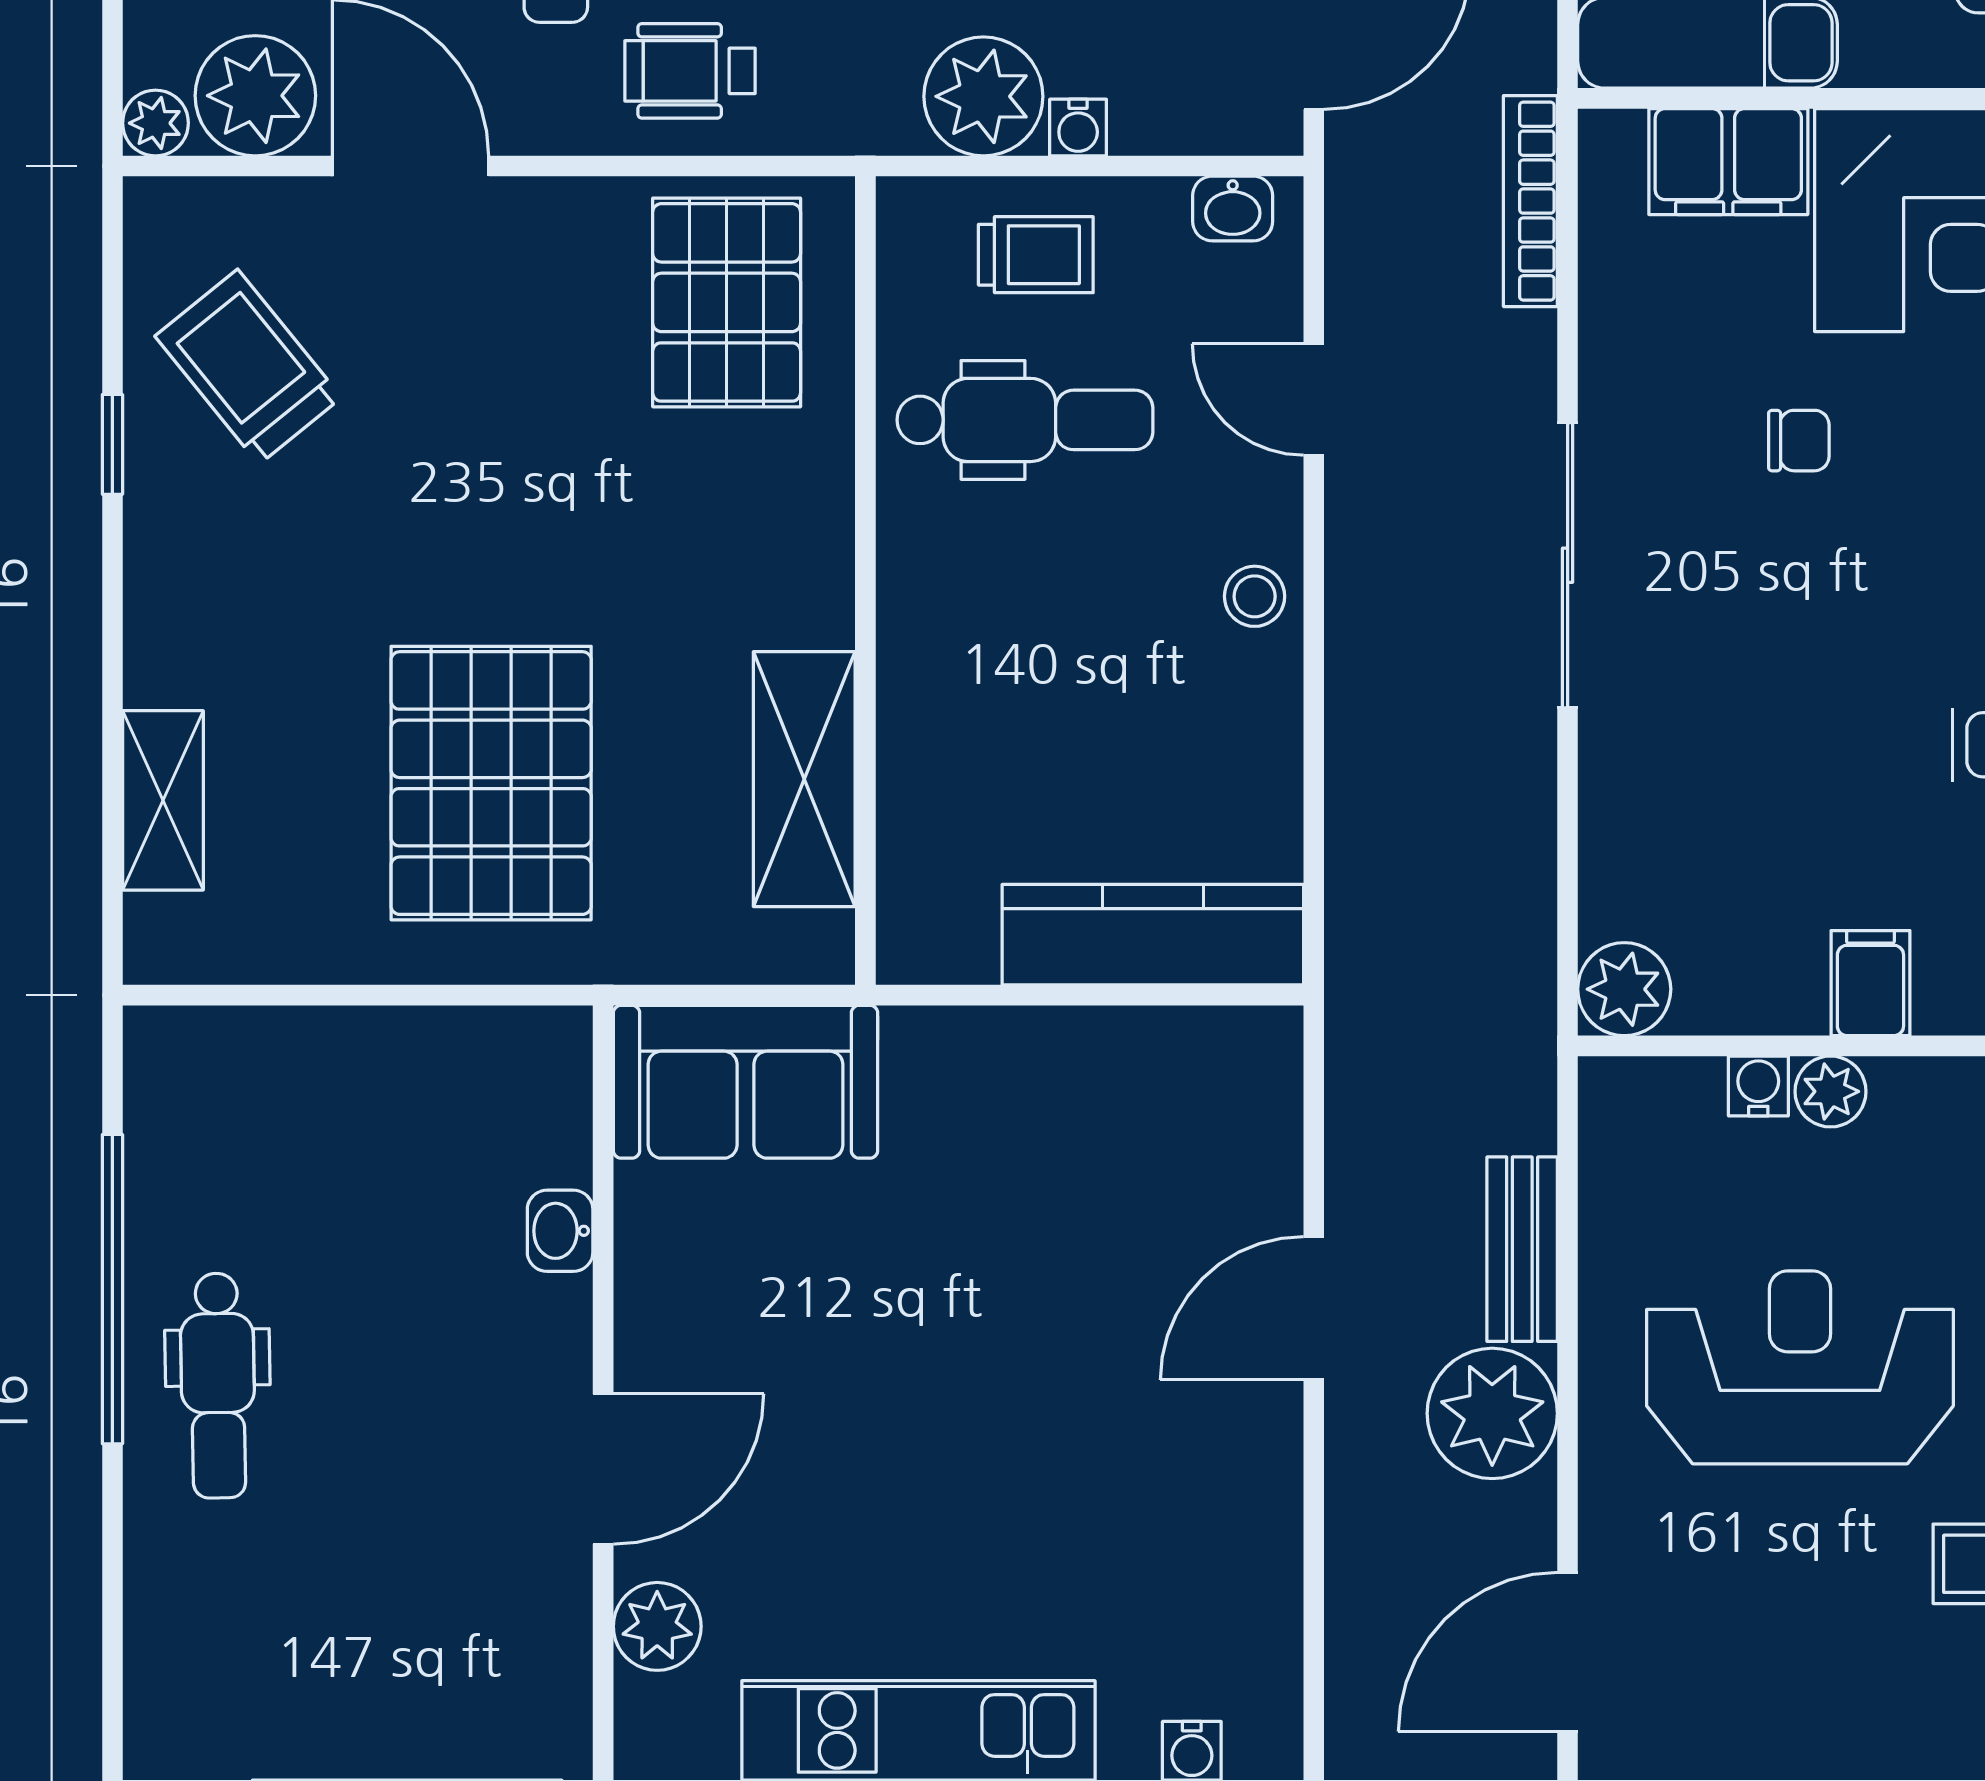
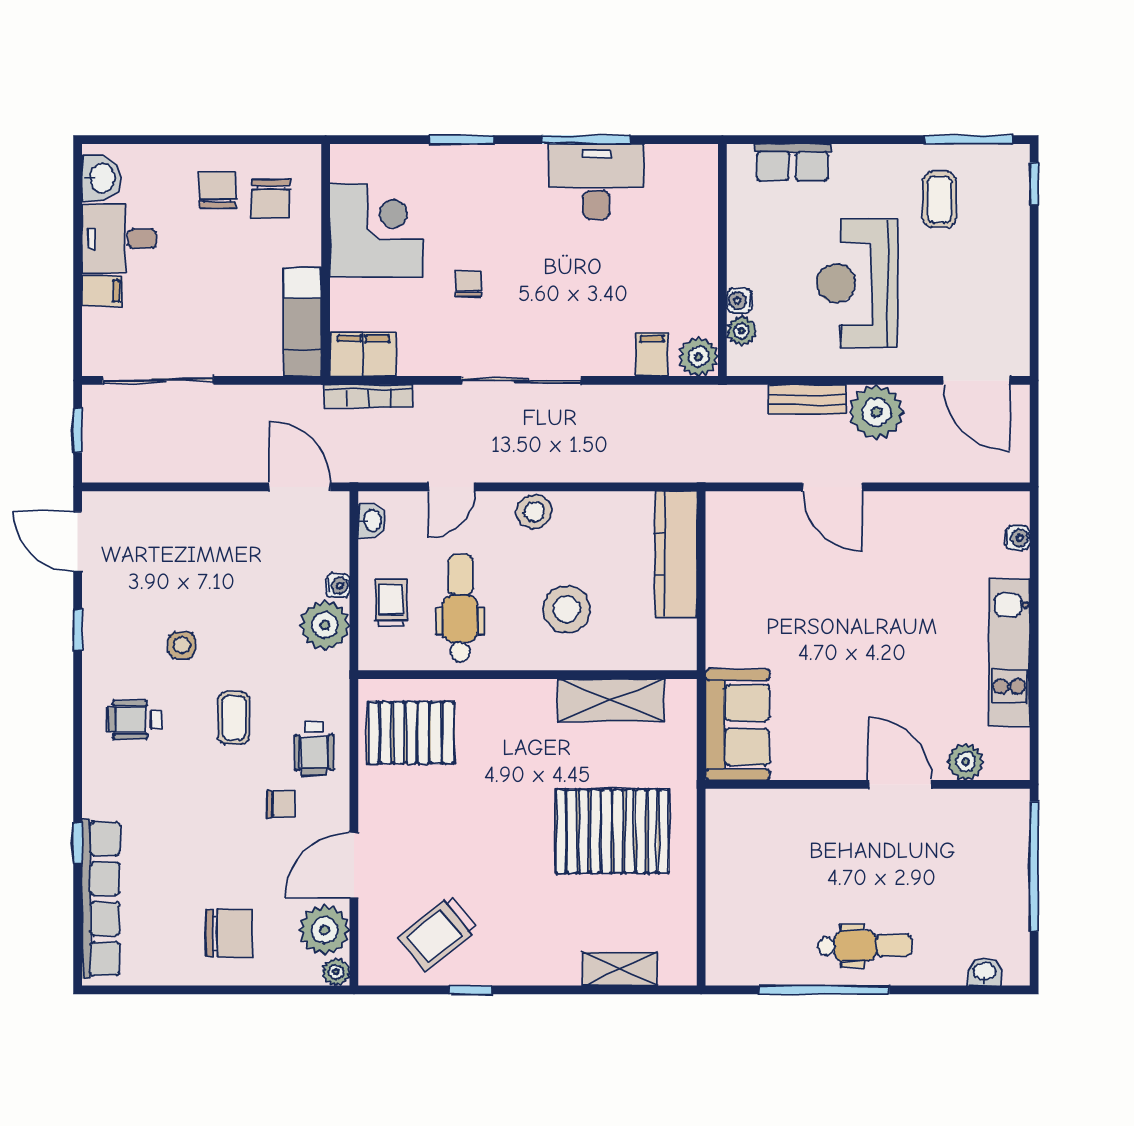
filing cabinet: (1728, 162) -> (363, 354), moved, turned -90
stool: (1255, 596) -> (534, 512), width x1.37, depth x1.37
stool: (1021, 674) -> (567, 609), added
filing cabinet: (1870, 983) -> (652, 354), moved, turned 90
plant: (1830, 1091) -> (742, 331), moved
washbasin: (560, 1231) -> (985, 972), moved, turned 180

